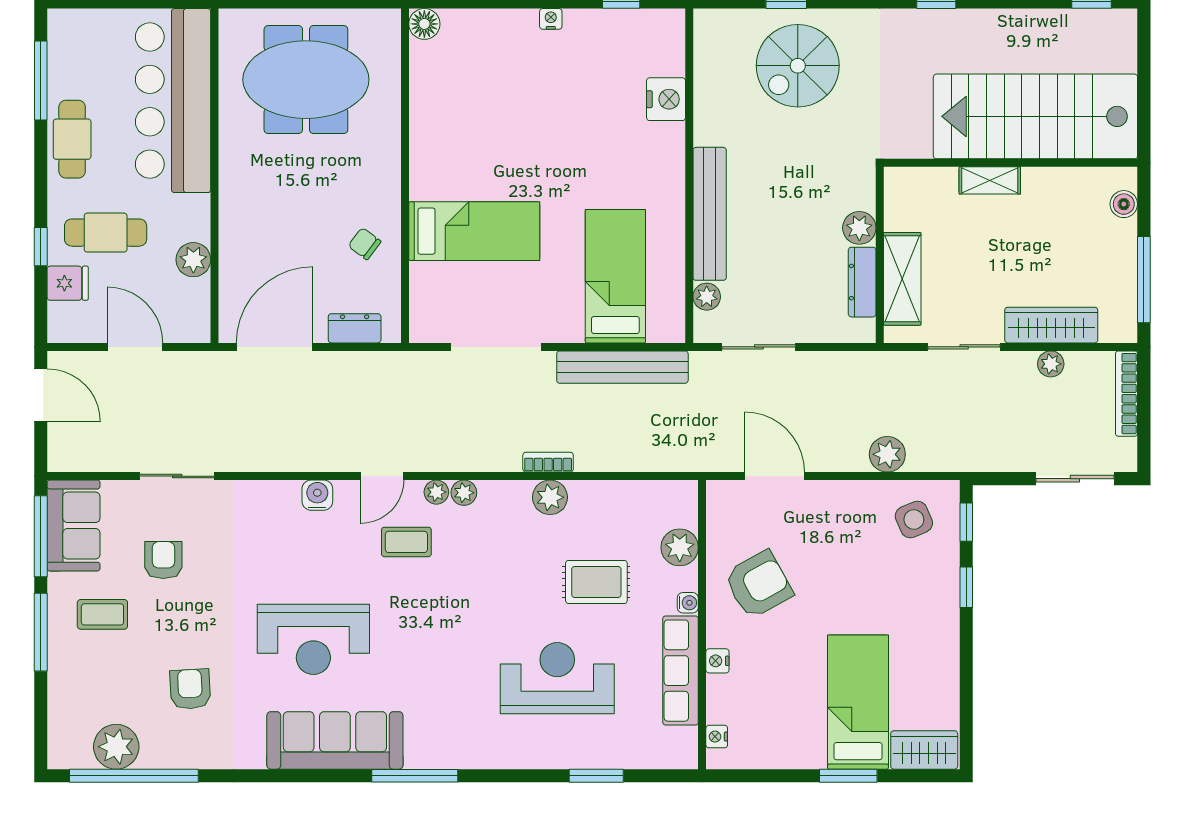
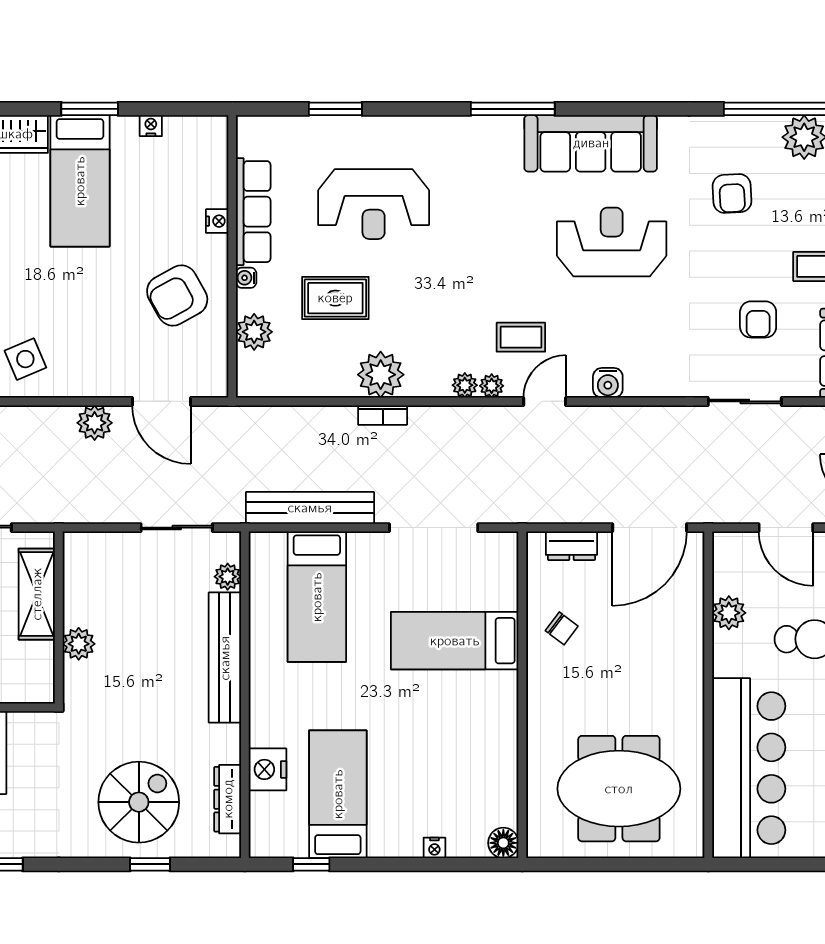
nightstand: (551, 19) -> (434, 848), moved
bed: (594, 74) -> (338, 794), added
dresser: (862, 282) -> (228, 799), moved, turned 180
plant: (887, 454) -> (95, 423), moved
plant: (550, 497) -> (381, 375), width x1.36, depth x1.36
nightstand: (717, 737) -> (151, 126), moved, turned -90

